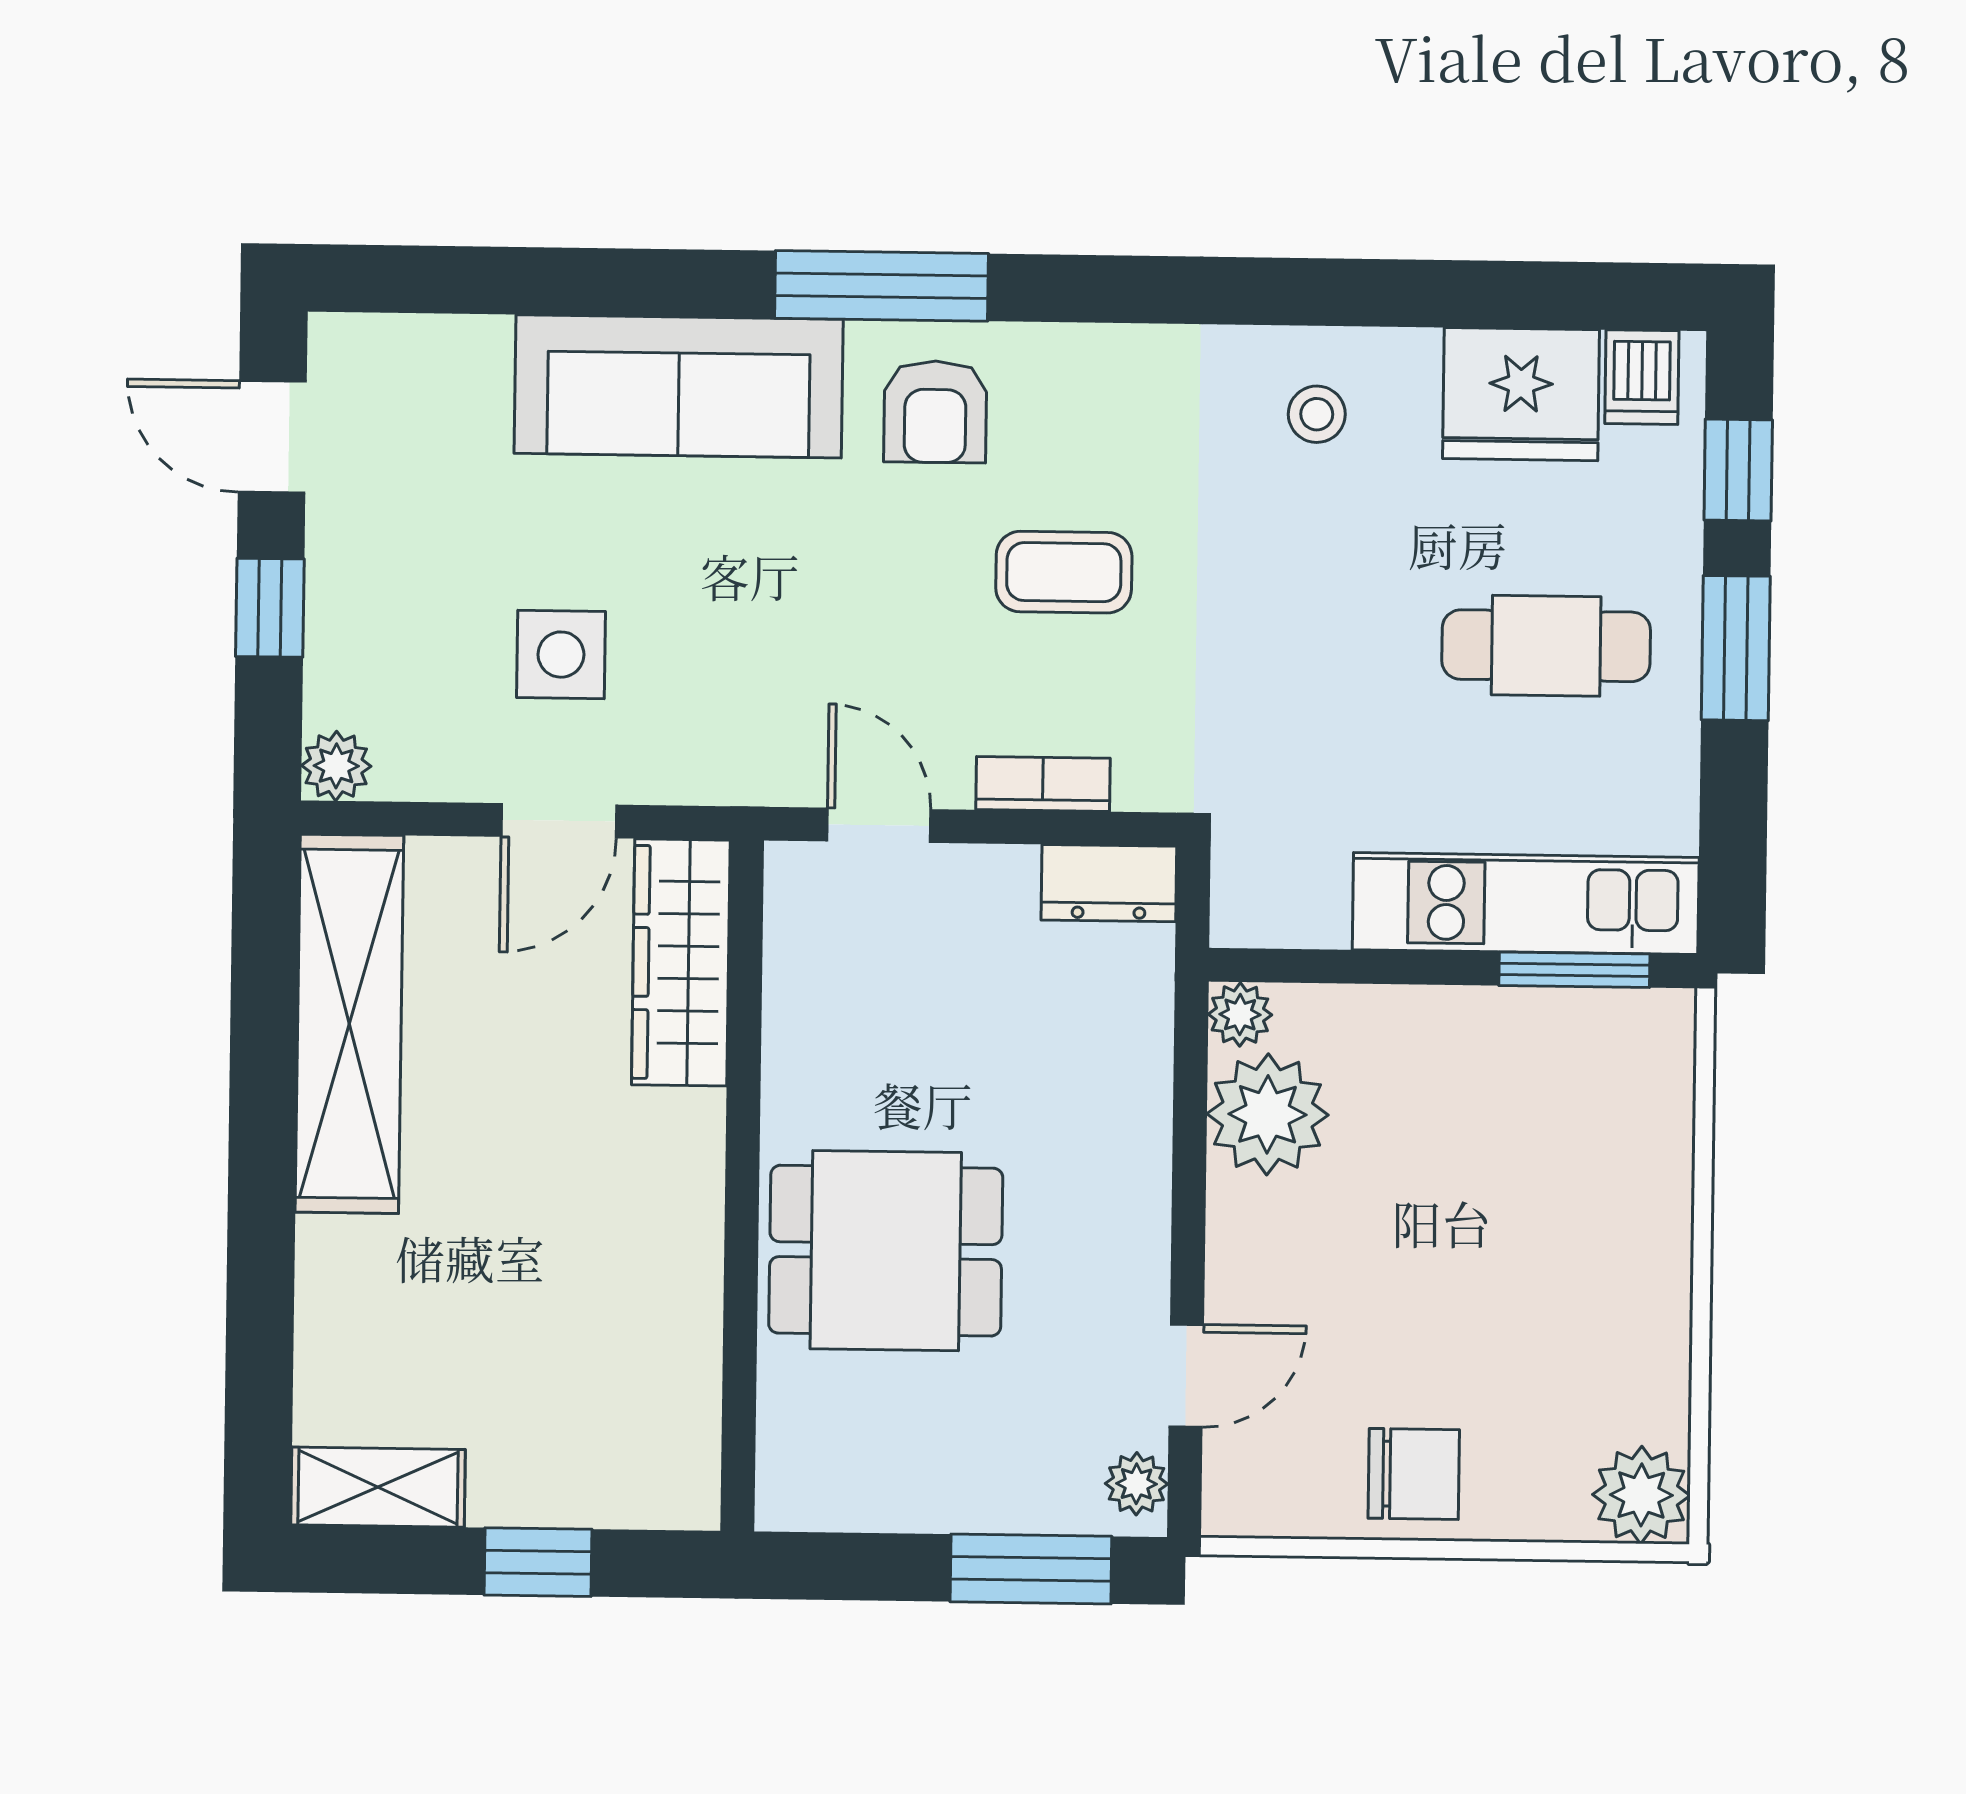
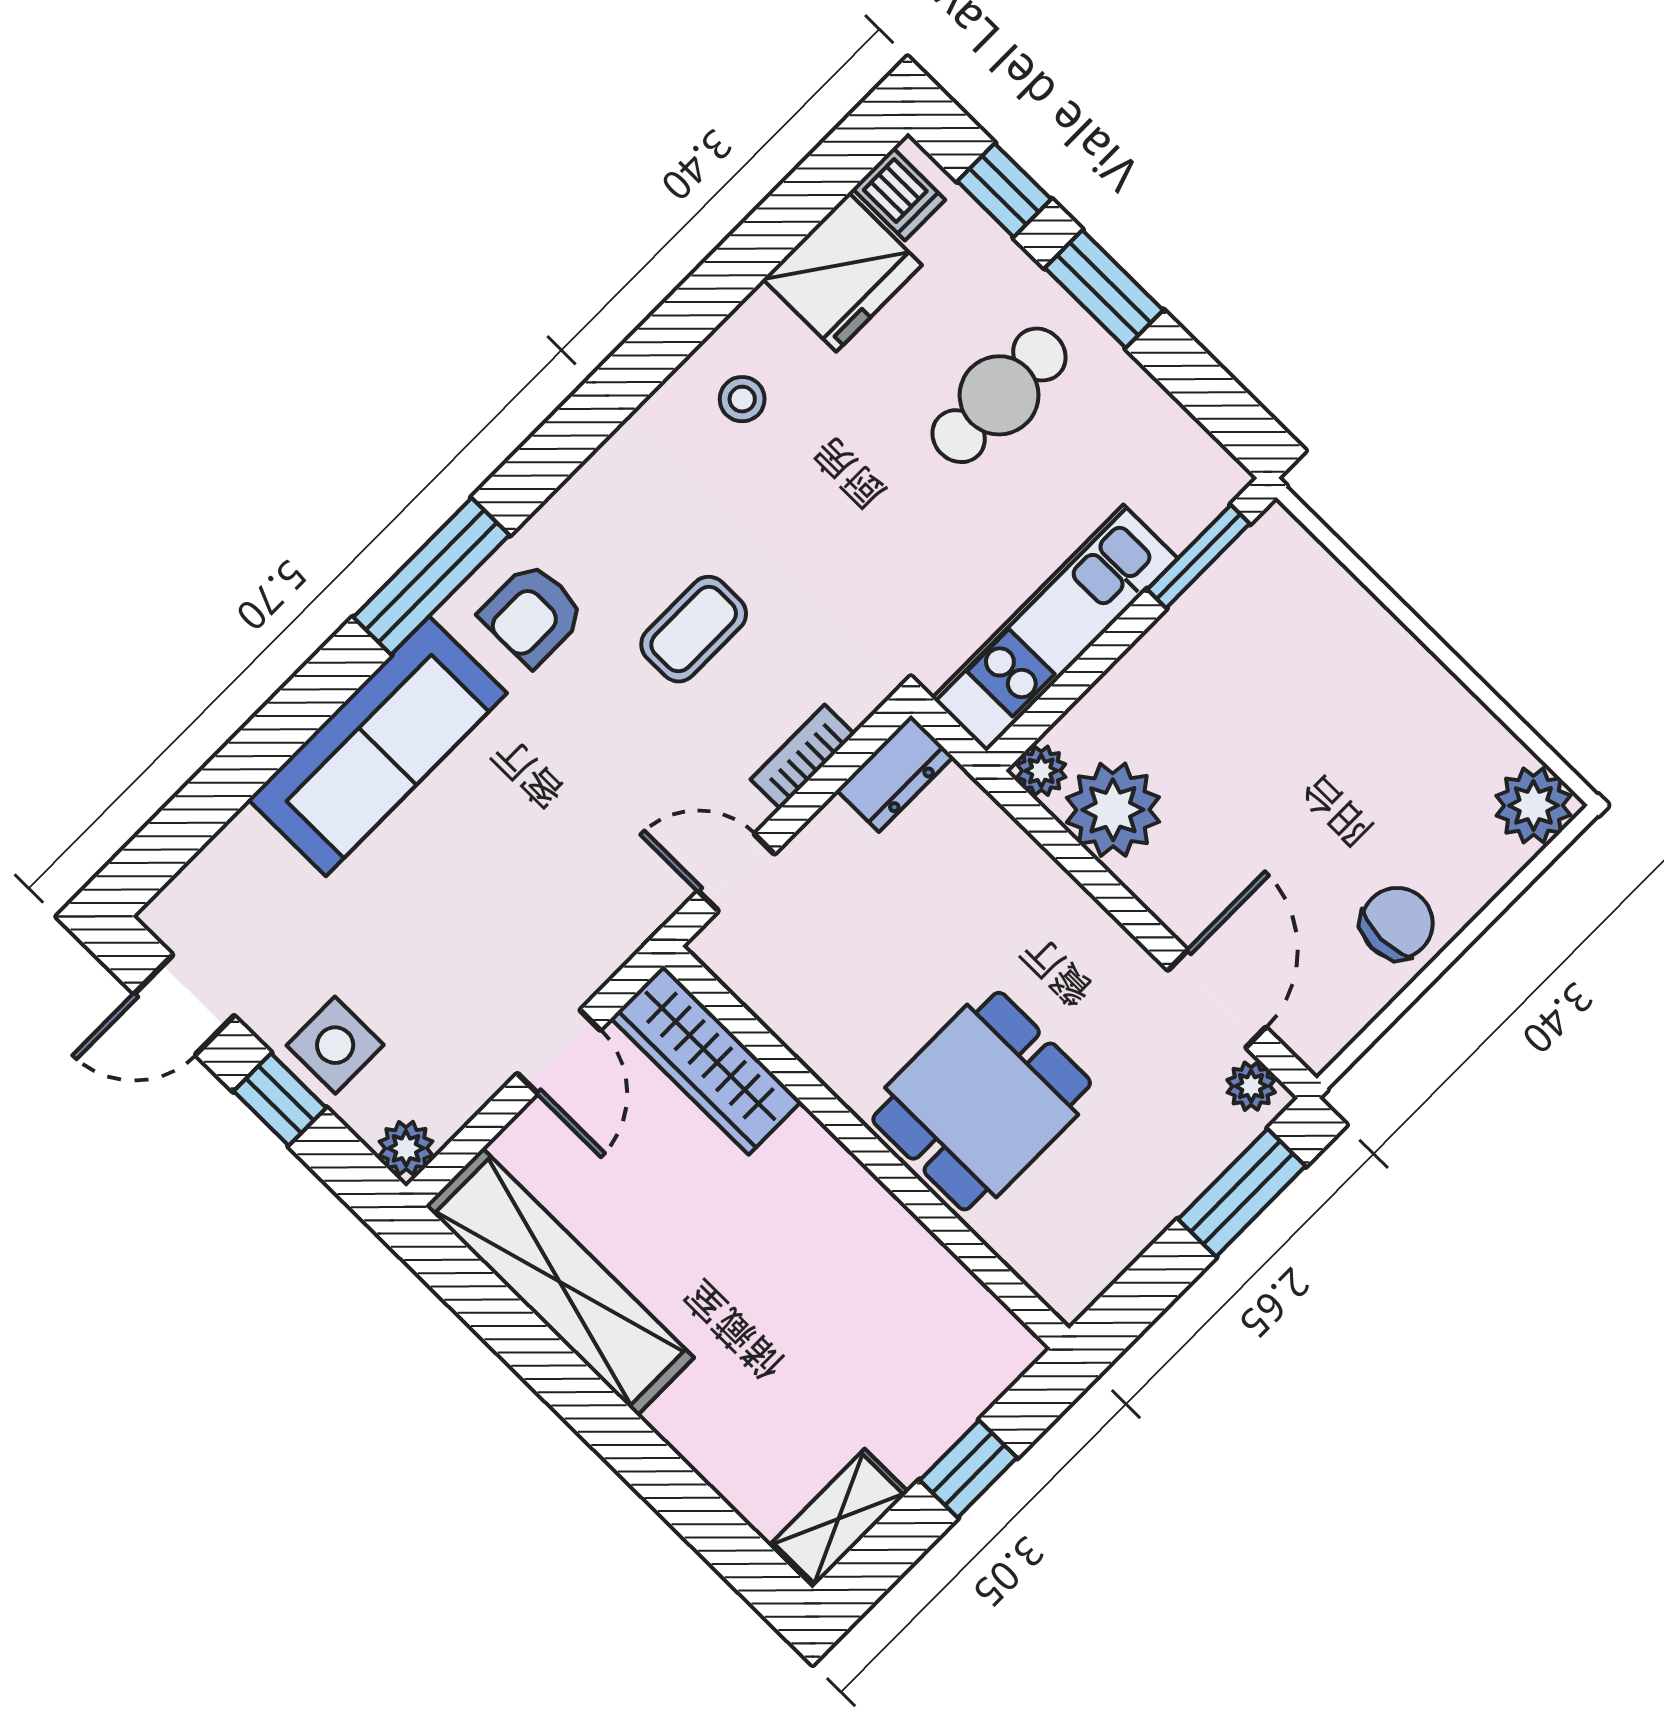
armchair: (935, 412) -> (532, 614), turned 90
side table: (561, 655) -> (335, 1045), moved
kitchen unit: (1526, 904) -> (1055, 628), moved
door: (1186, 1376) -> (1217, 999), width x1.38

